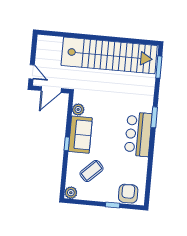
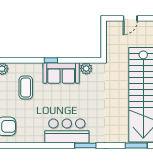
door: (32, 72) -> (130, 18), moved
door: (51, 90) -> (104, 40), removed
coffee table: (92, 171) -> (26, 88), turned 44

